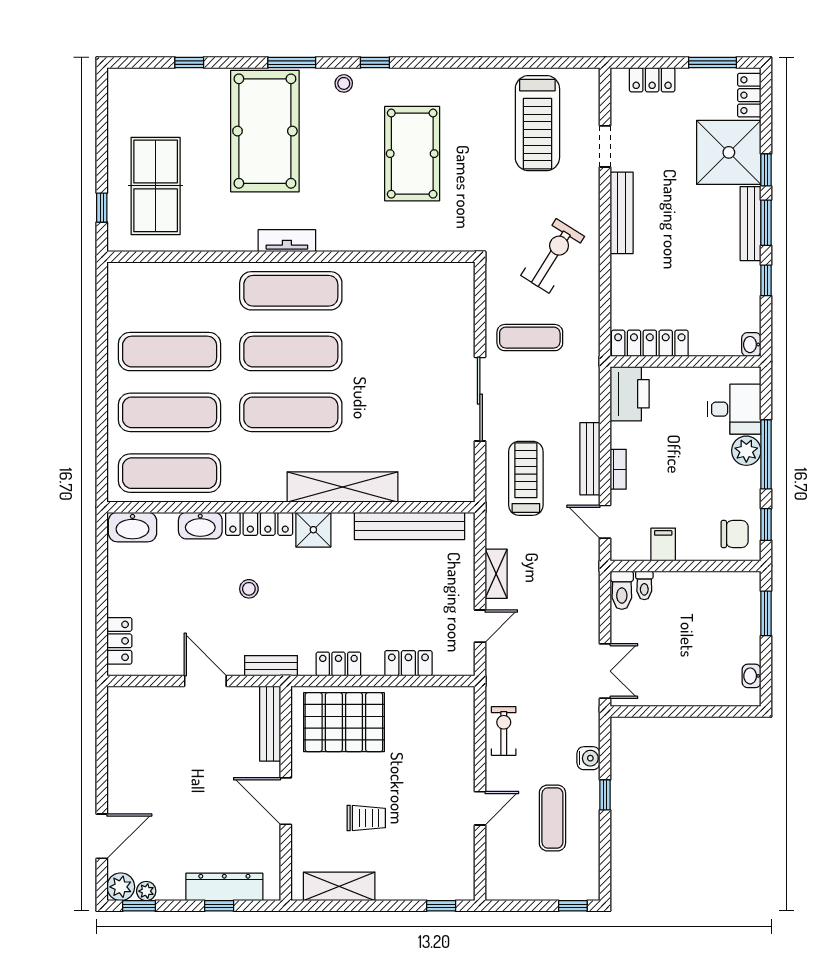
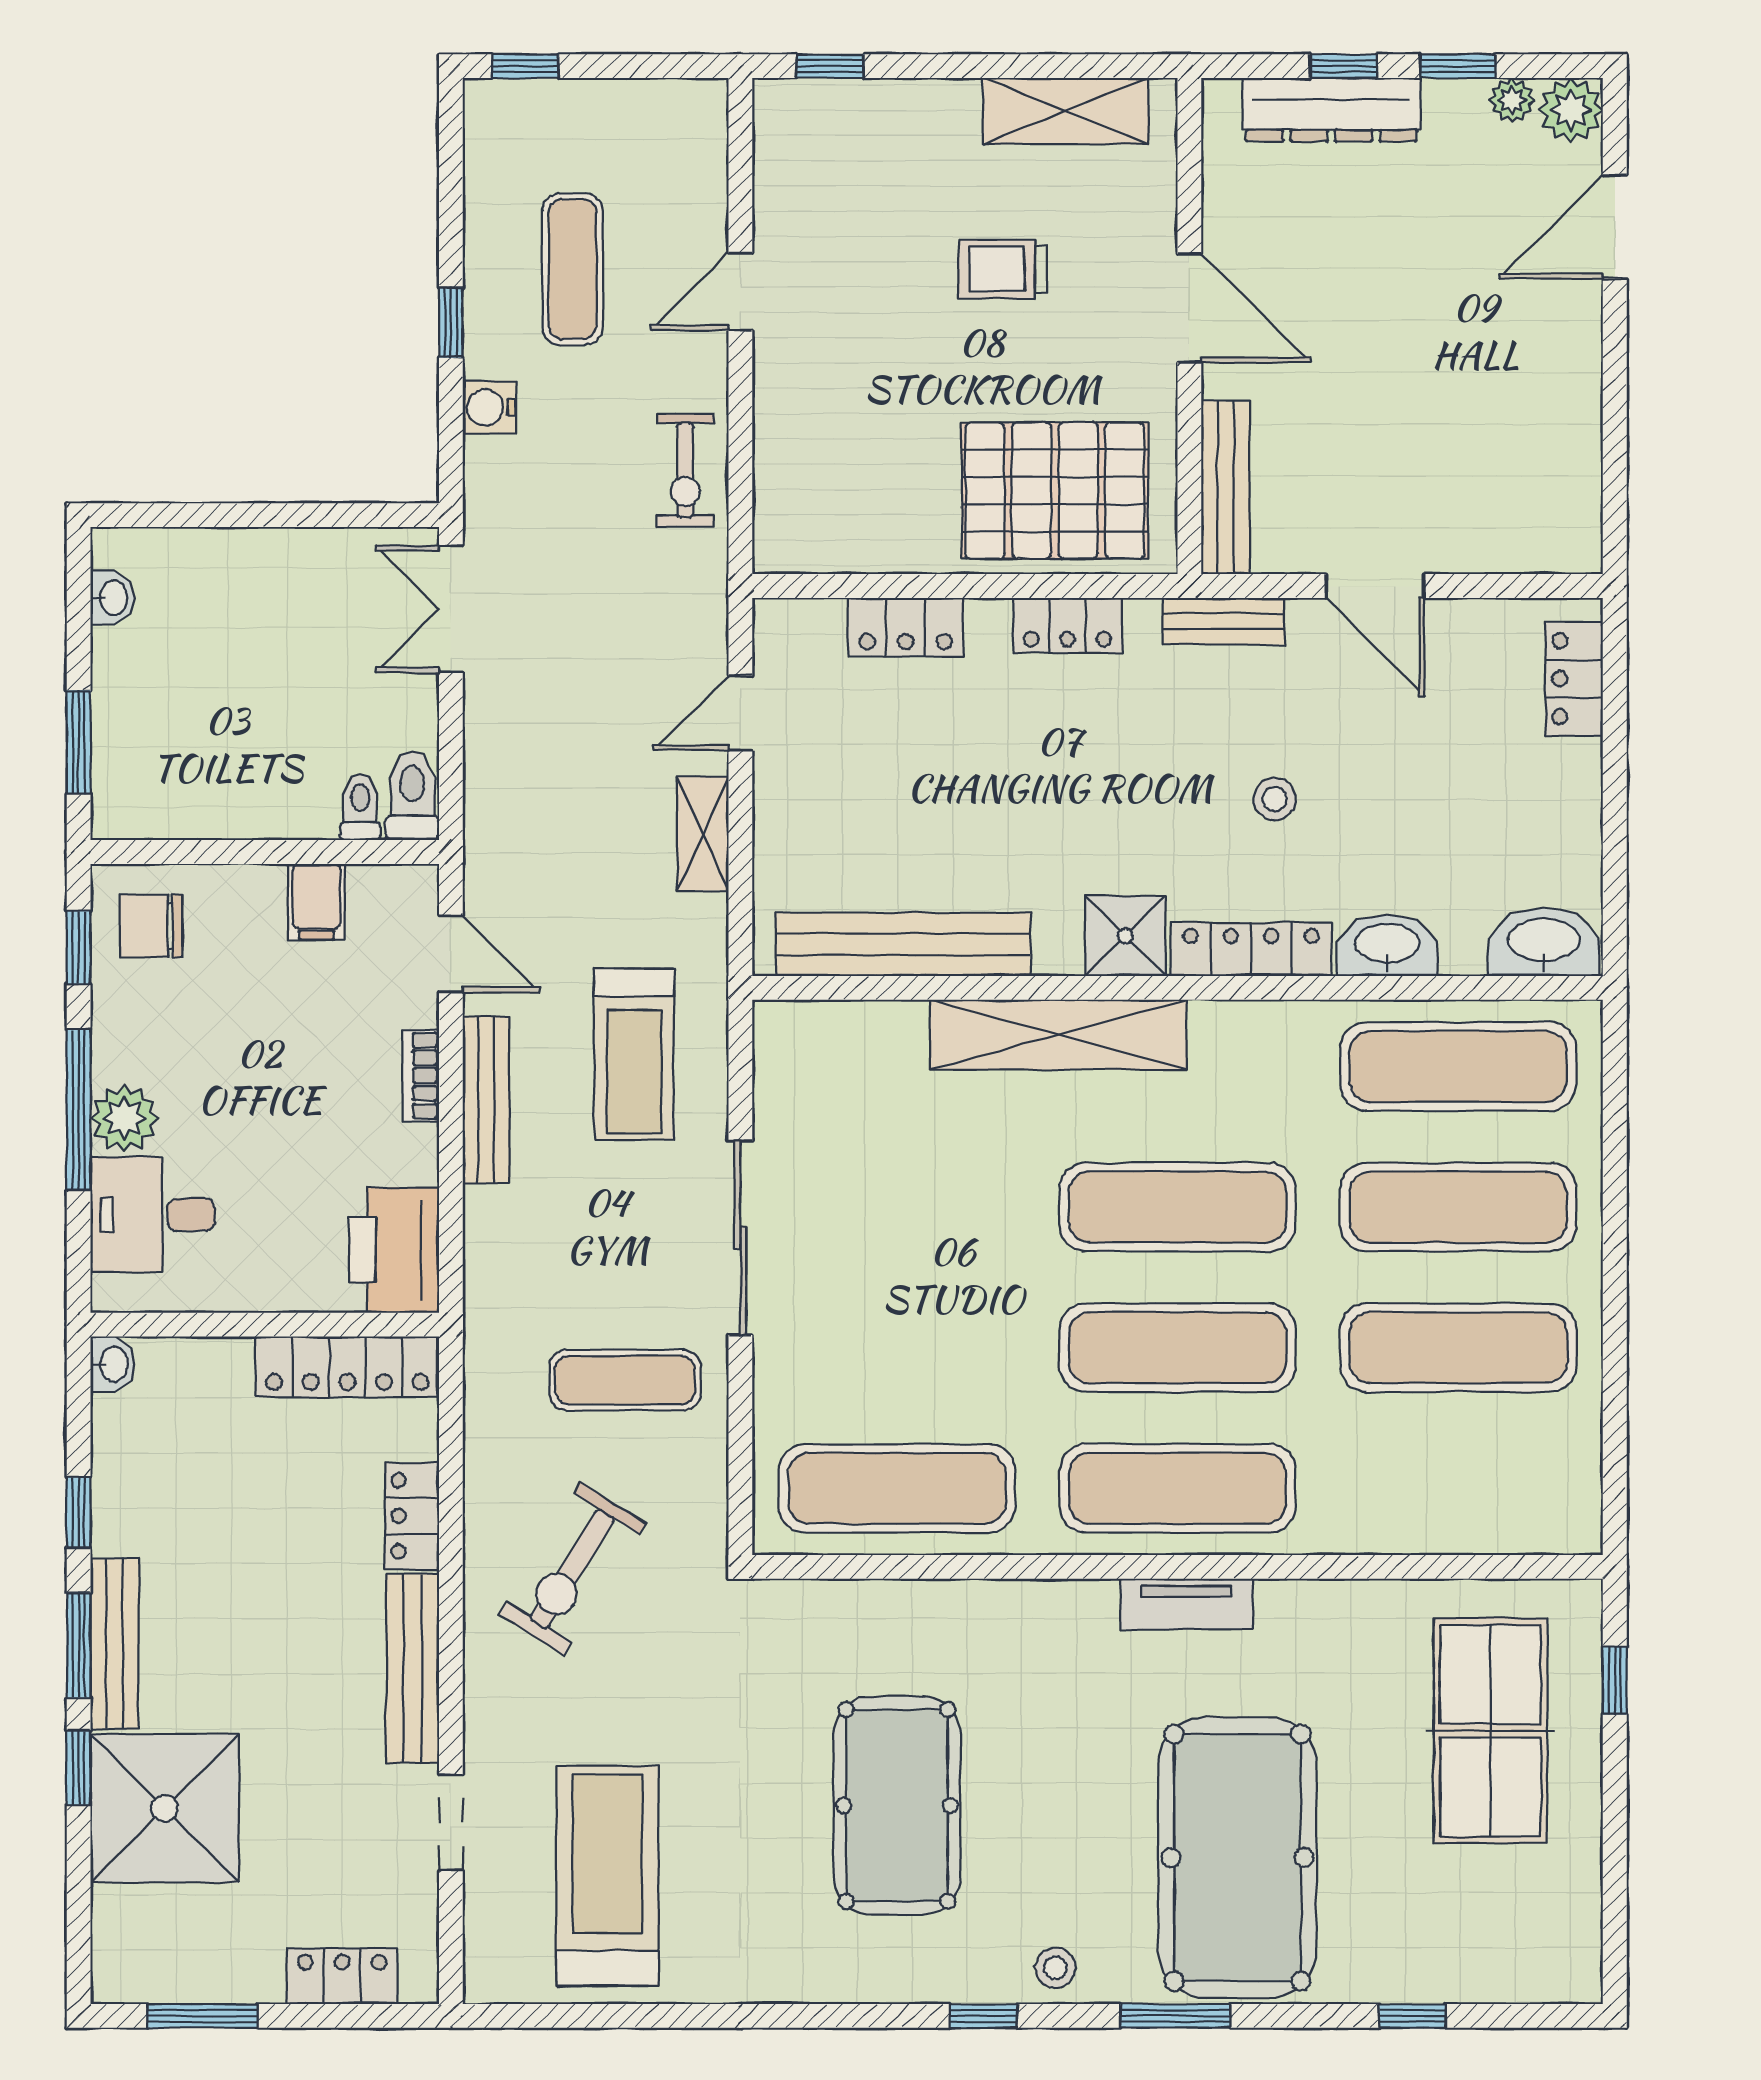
locker: (749, 95) -> (412, 1516), moved, turned 180
exercise mat: (412, 291) -> (897, 1488), added
window: (139, 906) -> (1458, 66), moved

